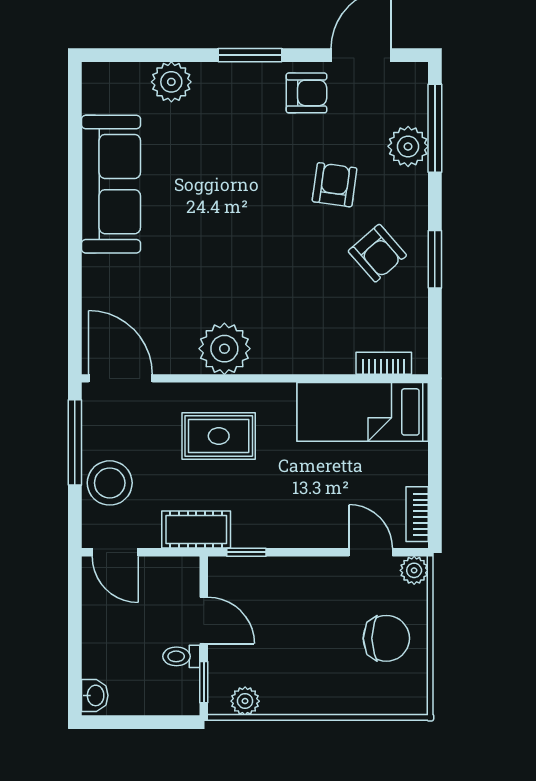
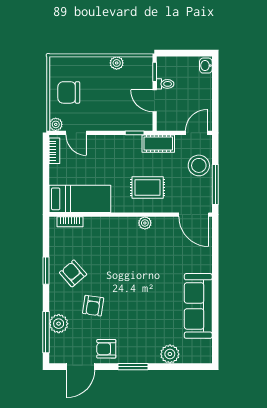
plant: (224, 349) -> (145, 223), width x0.53, depth x0.53
door: (115, 552) -> (196, 133), hinge flipped
plant: (245, 701) -> (117, 63), moved

